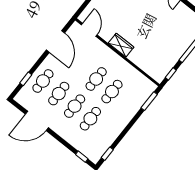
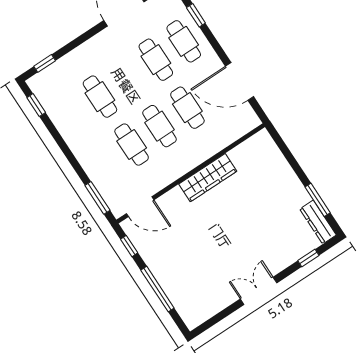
door: (89, 30) -> (140, 207), moved
wardrobe: (121, 45) -> (208, 178), width x1.50
cafe table: (75, 106) -> (187, 108), moved

